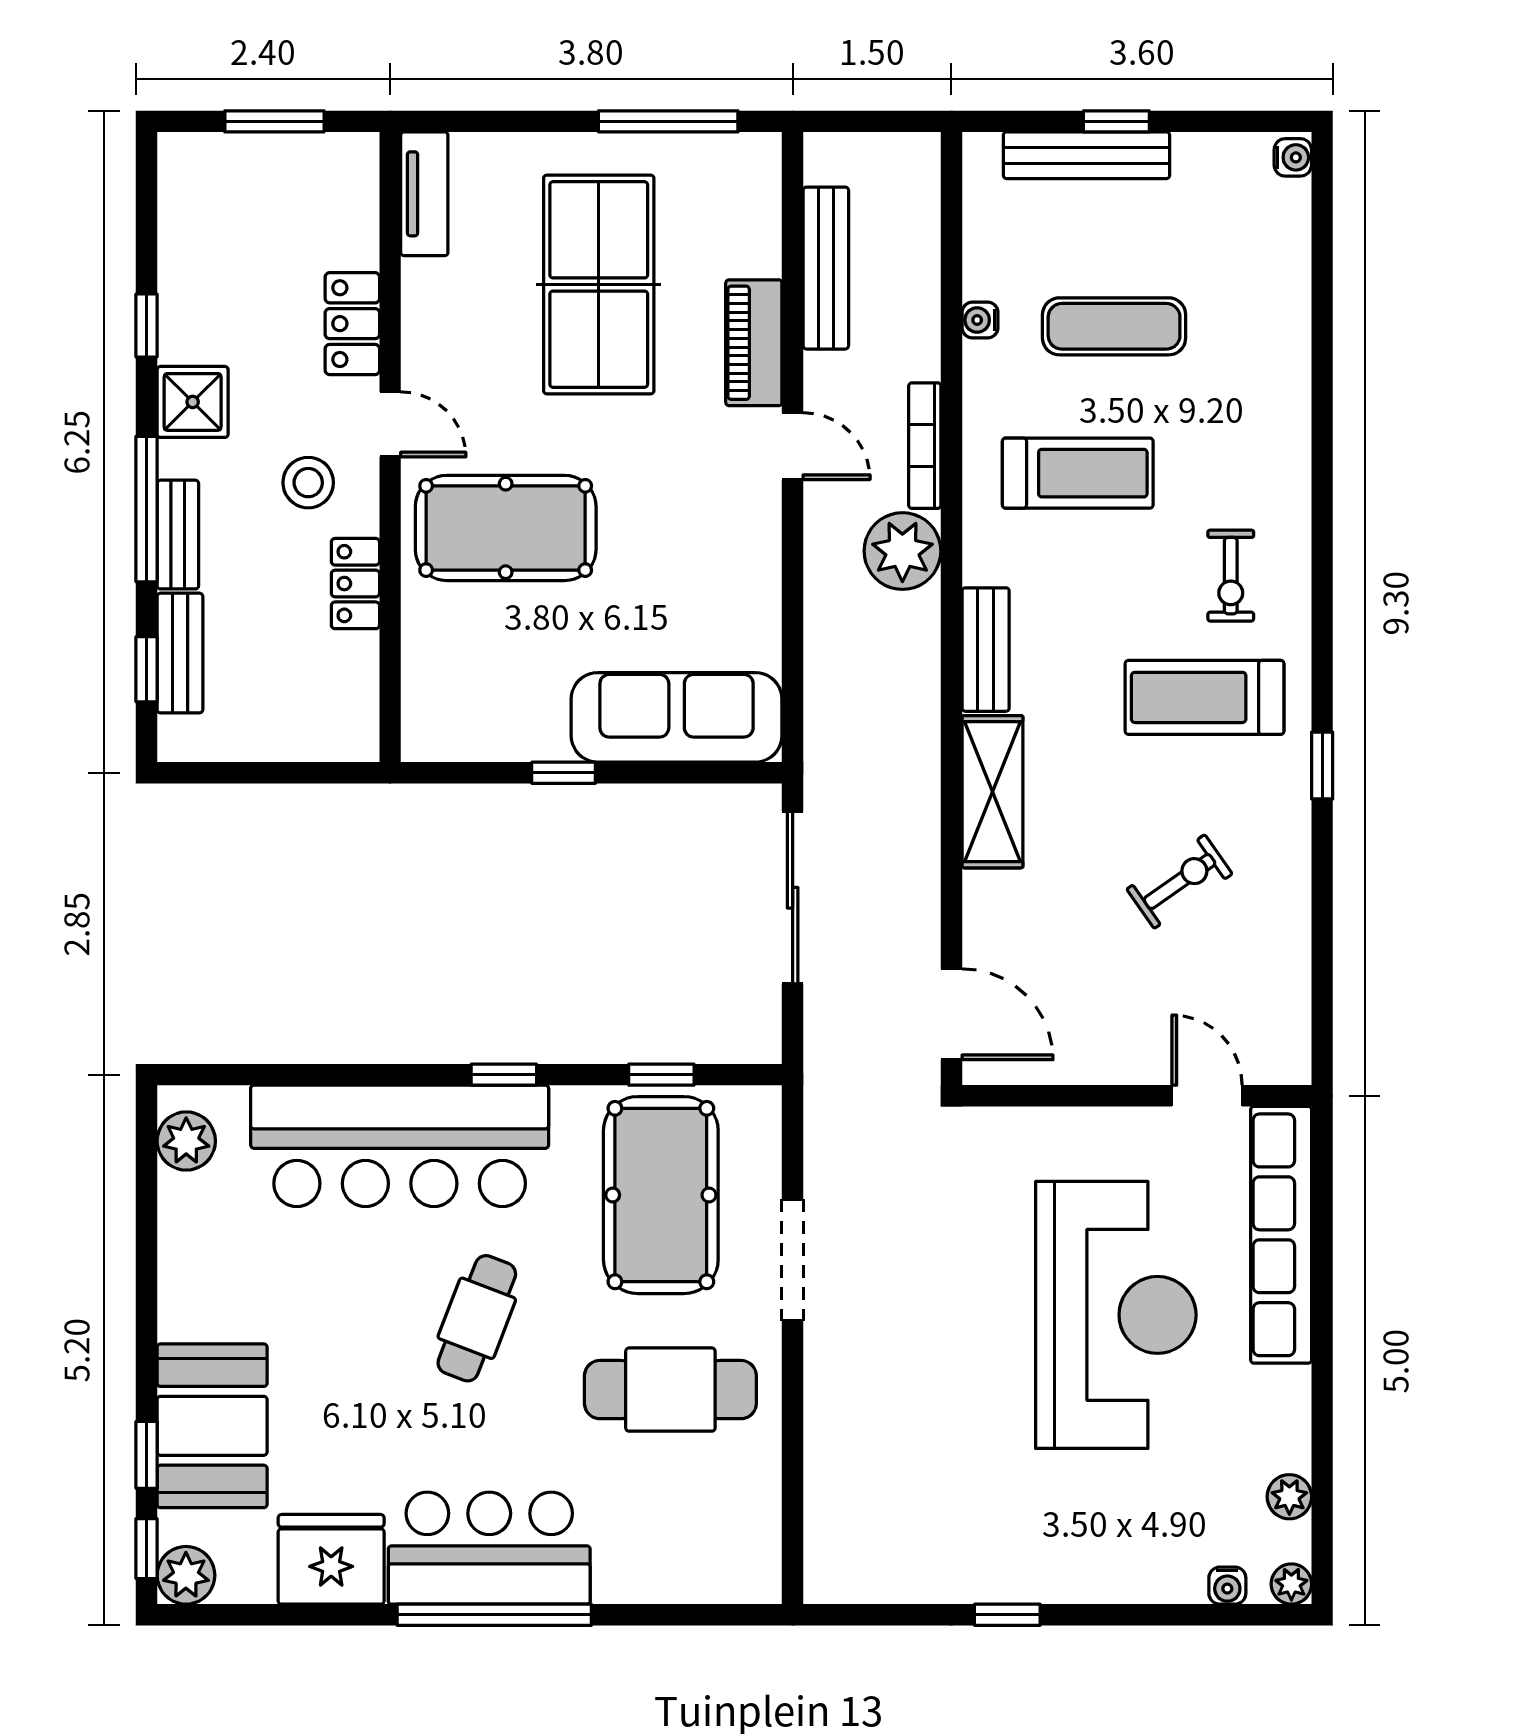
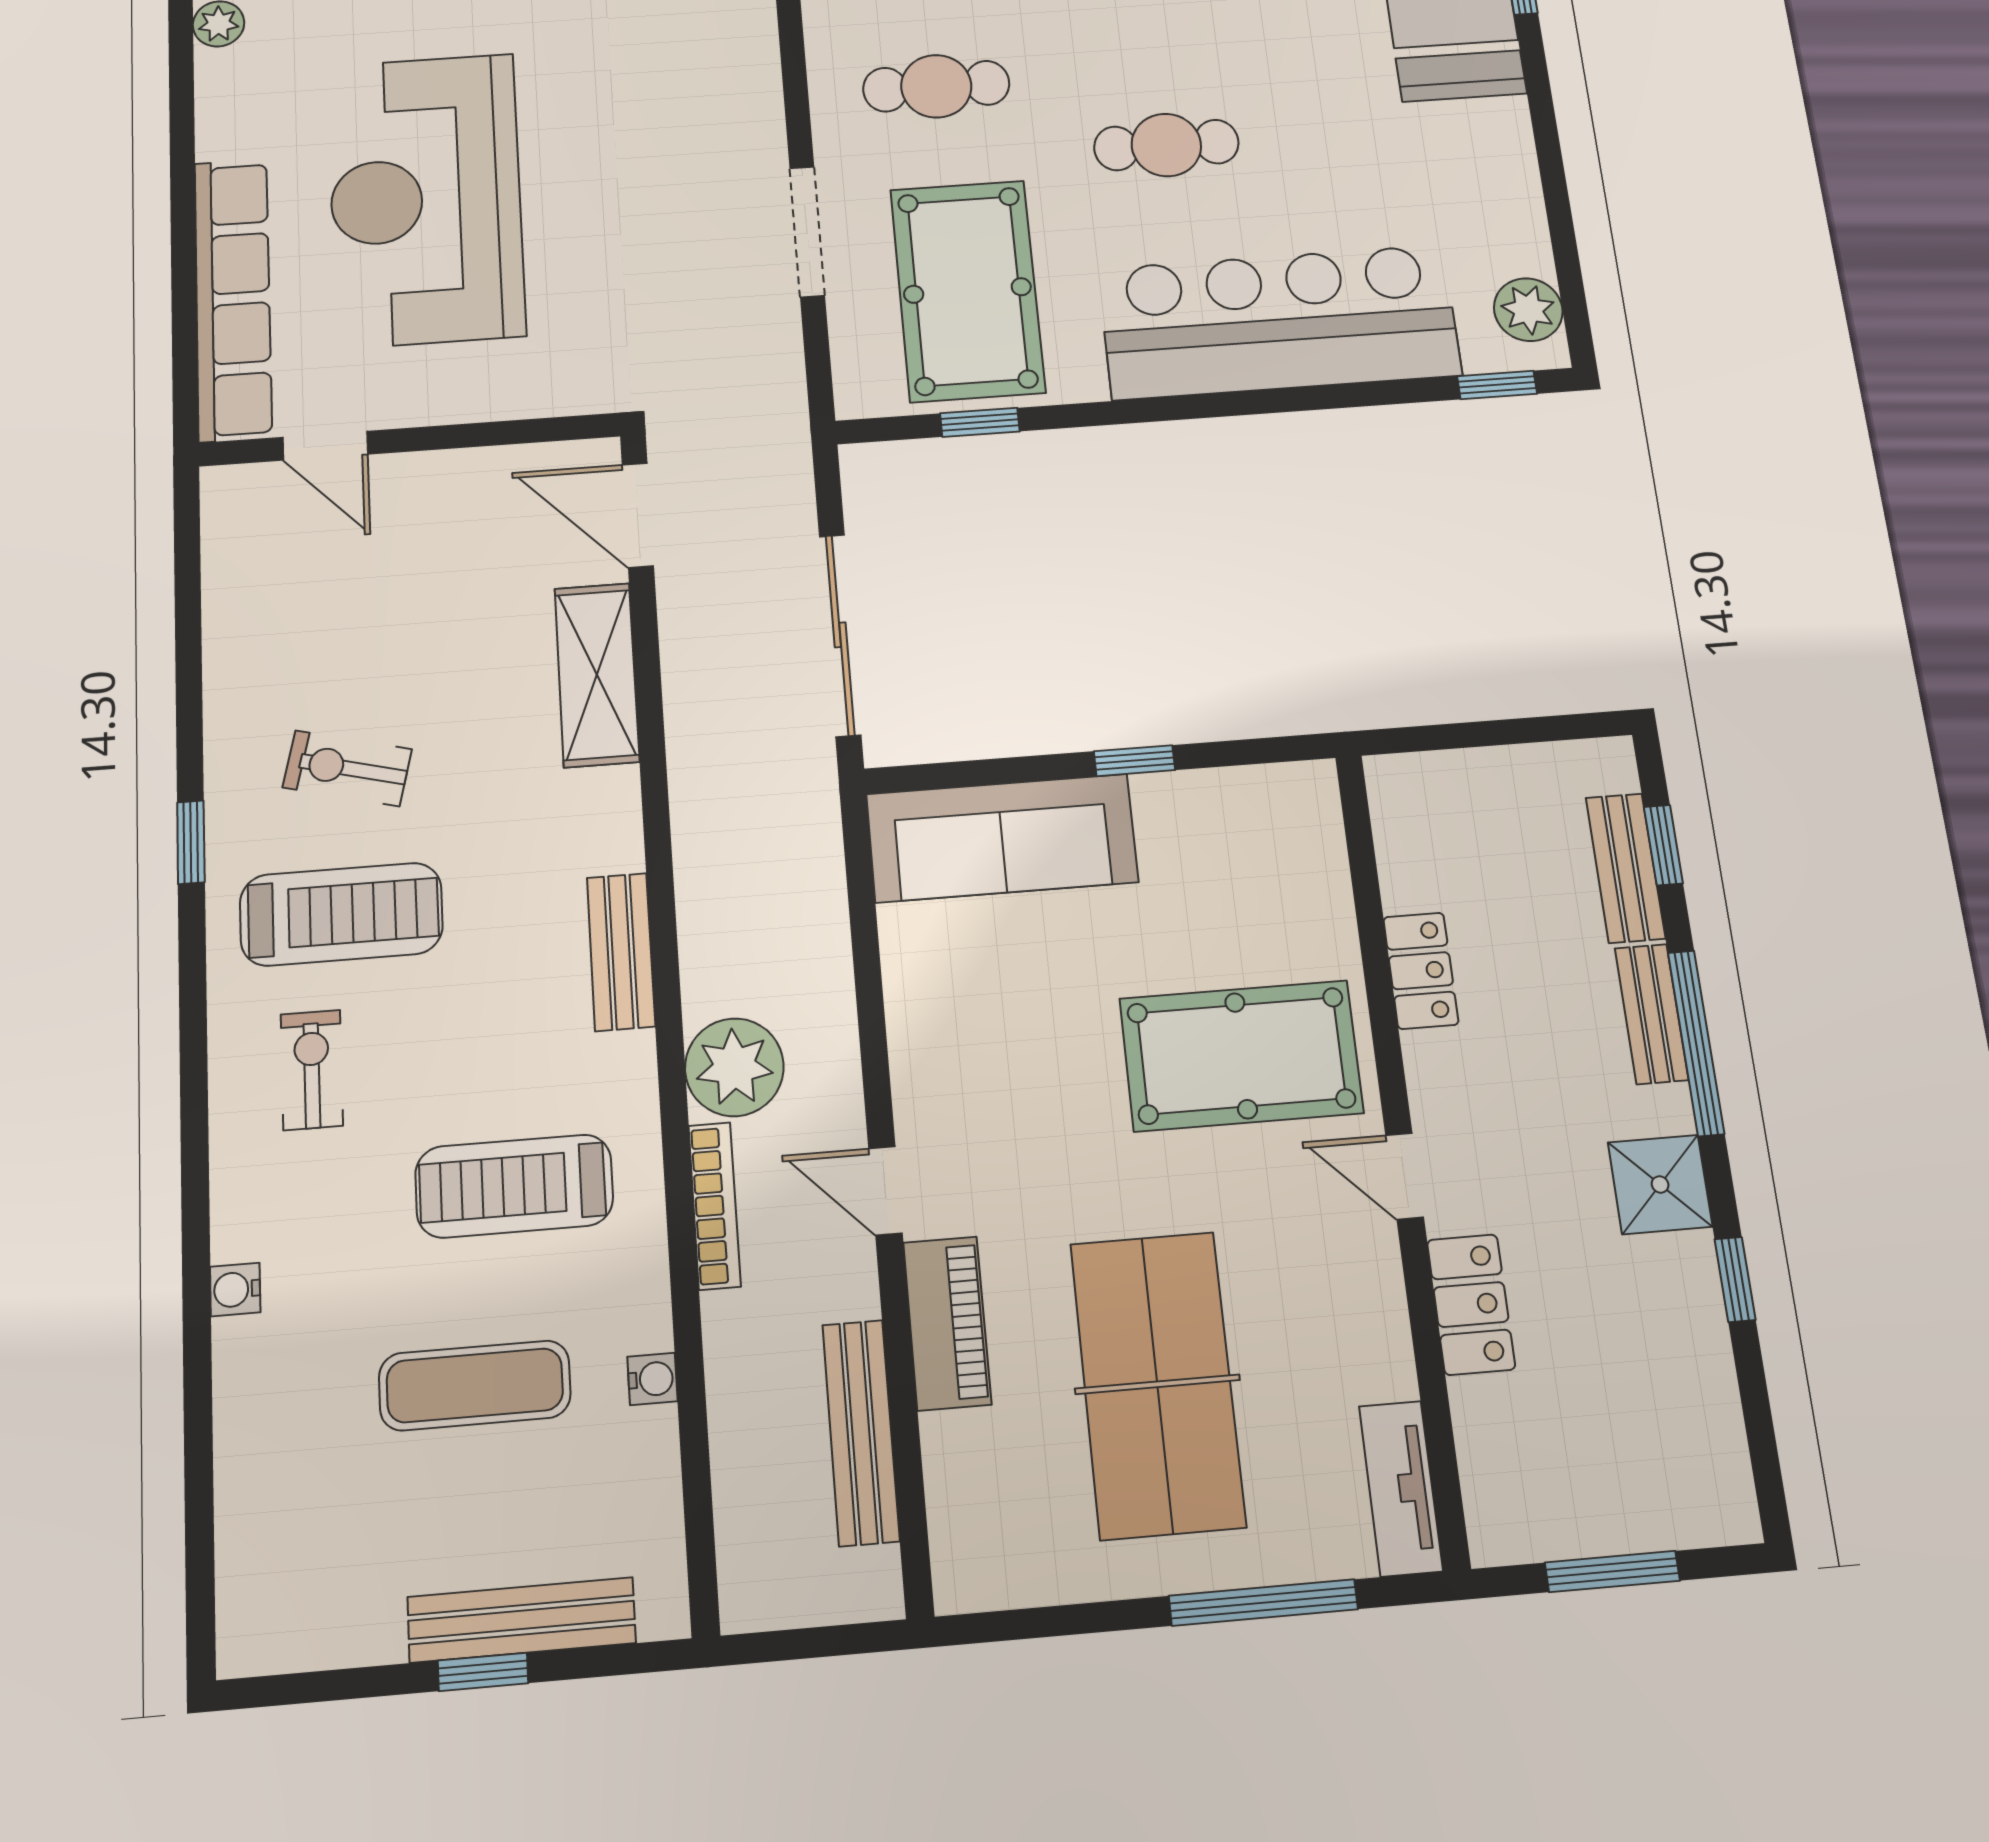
window: (668, 121) -> (1263, 1603), moved
water cooler: (1293, 157) -> (235, 1289), moved
stool: (308, 483) -> (1498, 1093), removed
shelving: (992, 792) -> (597, 675), moved
exercise bike: (1180, 882) -> (347, 768), moved, turned 49
window: (504, 1075) -> (1497, 385), moved
cafe table: (477, 1318) -> (1166, 145), turned 69
cafe table: (670, 1390) -> (936, 86), width x0.73, depth x0.74

